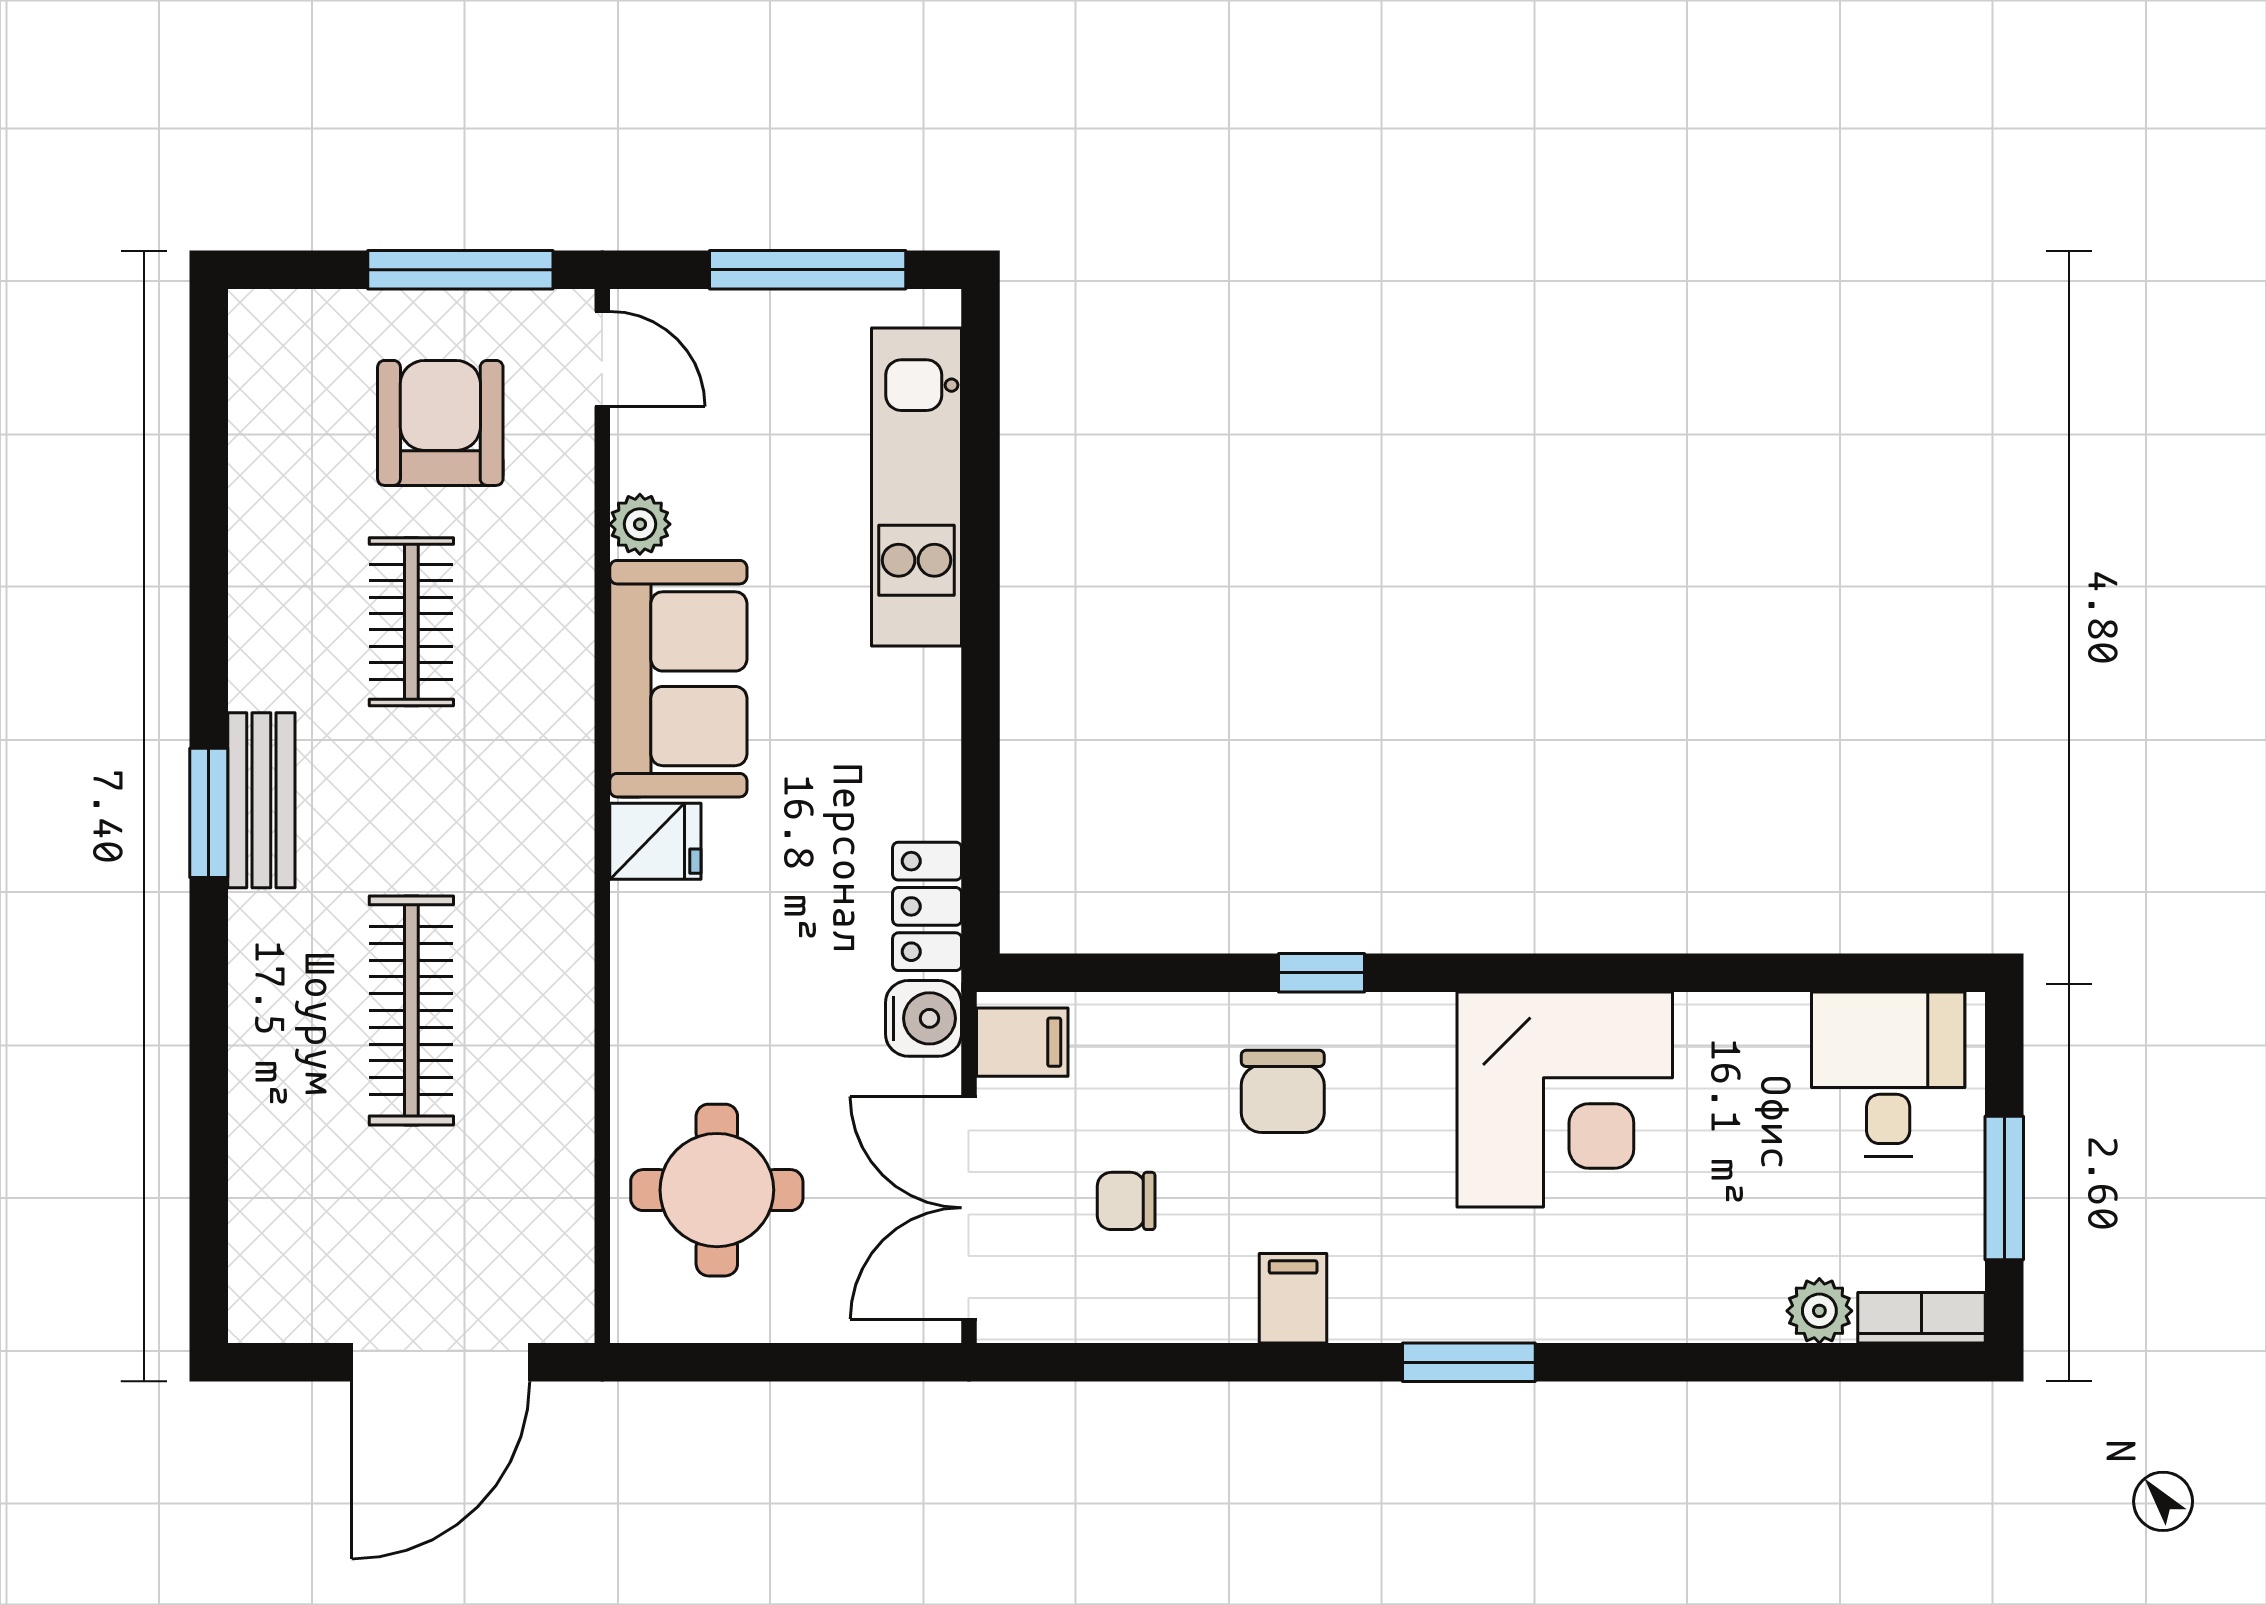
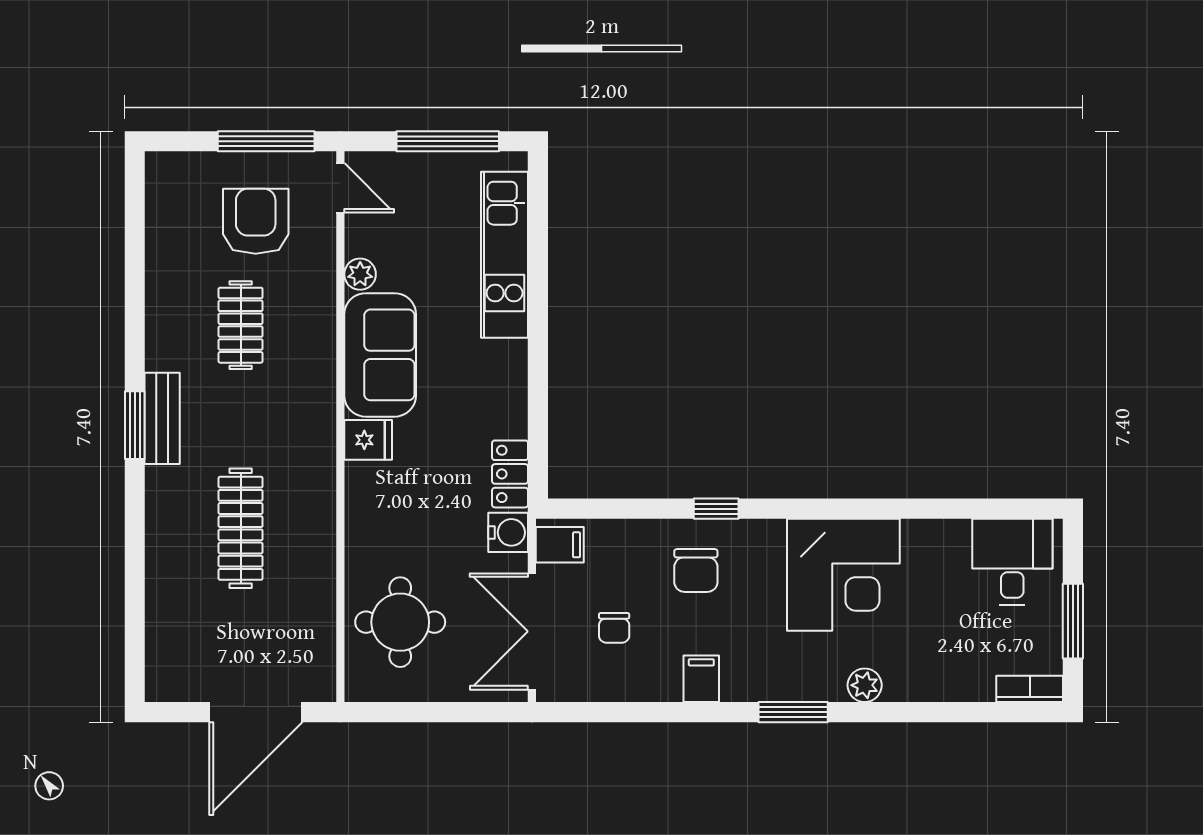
chair: (1126, 1201) -> (614, 628), turned -90
plant: (1819, 1311) -> (865, 685), moved

